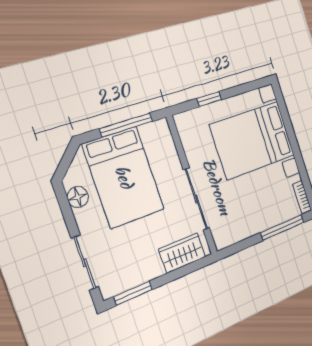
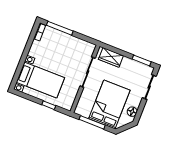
bed with nightstands: (253, 140) -> (40, 80), width x0.73

